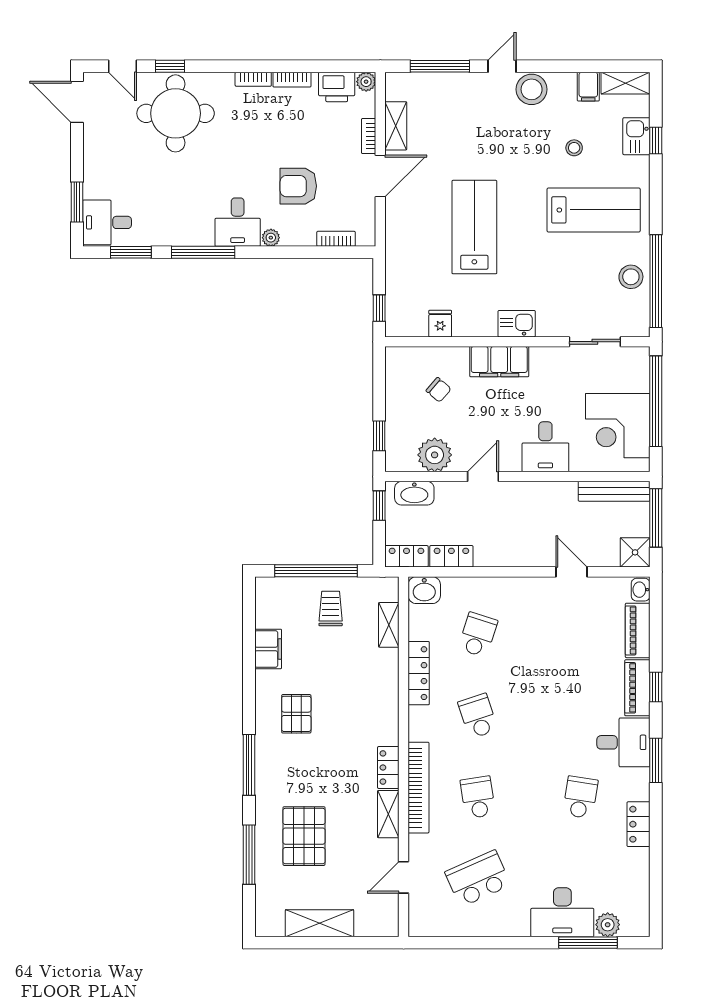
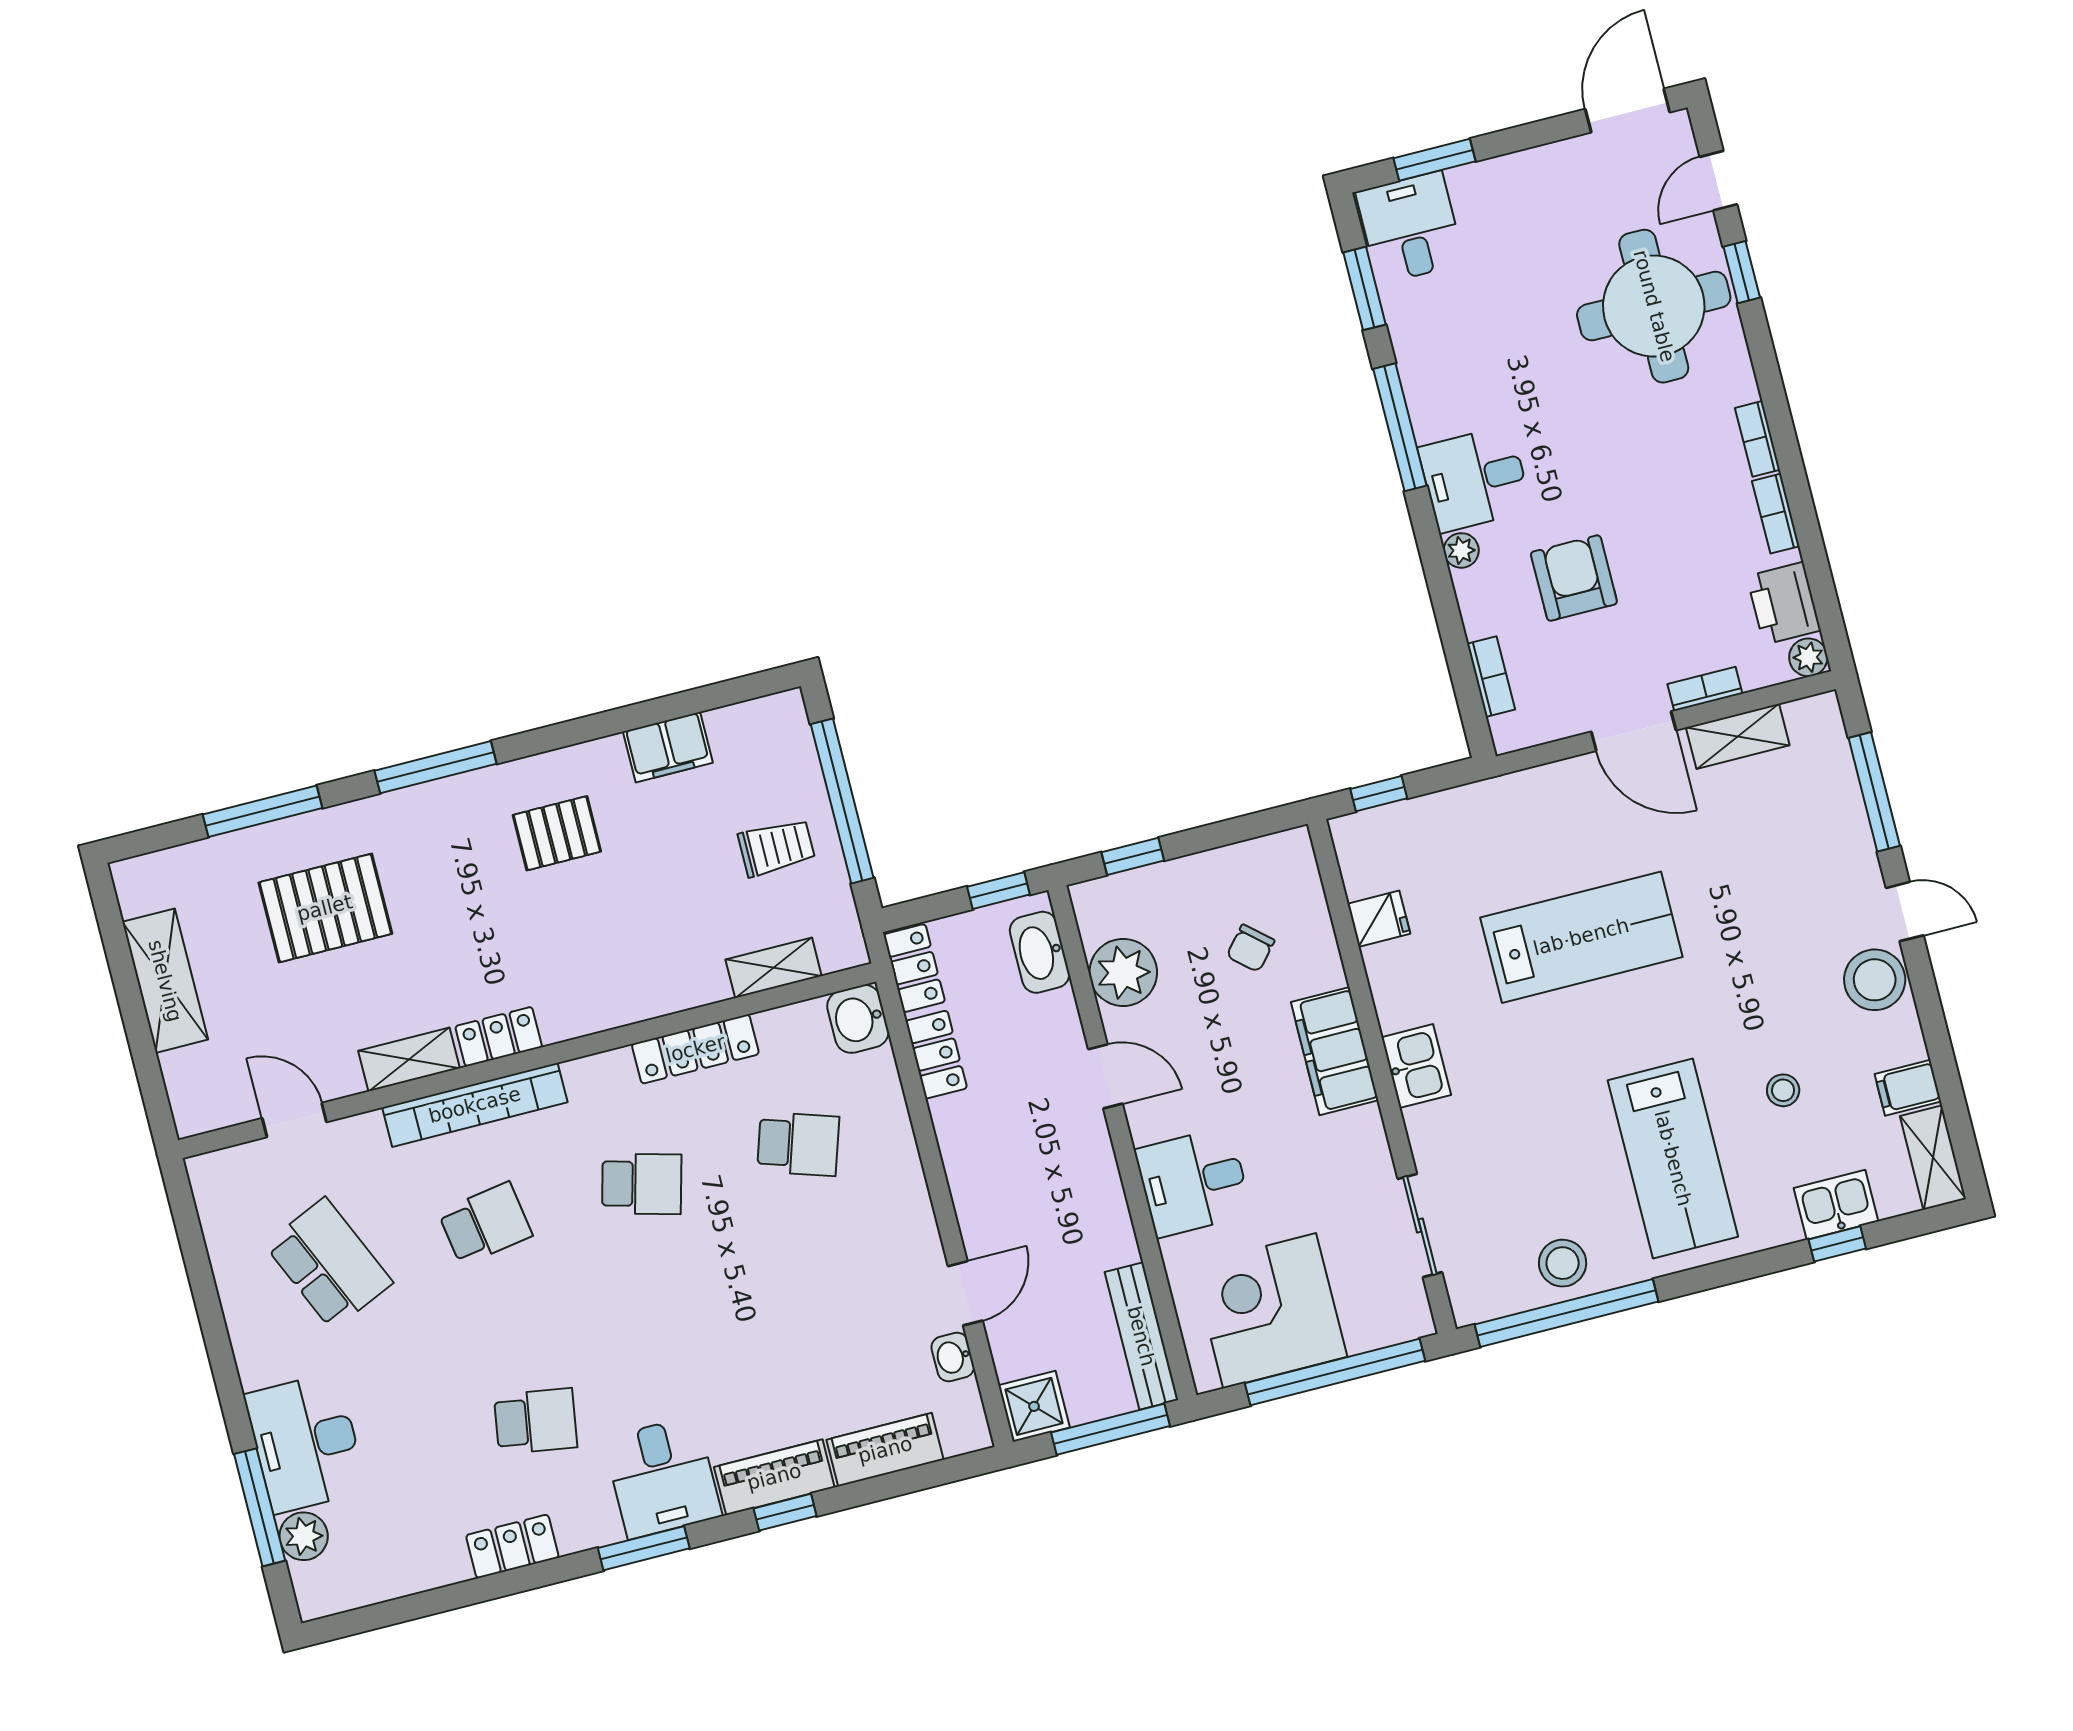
washbasin: (641, 590) -> (953, 1357), moved, turned -90
school desk: (478, 716) -> (642, 1184), turned 33

